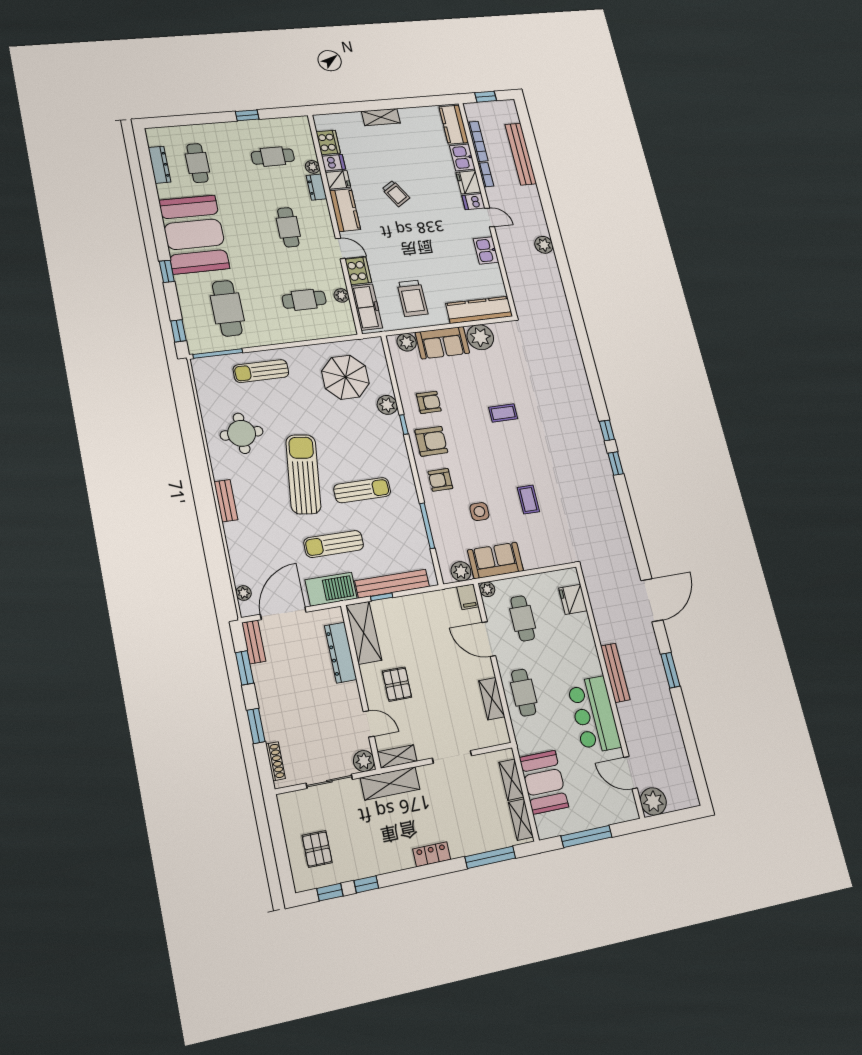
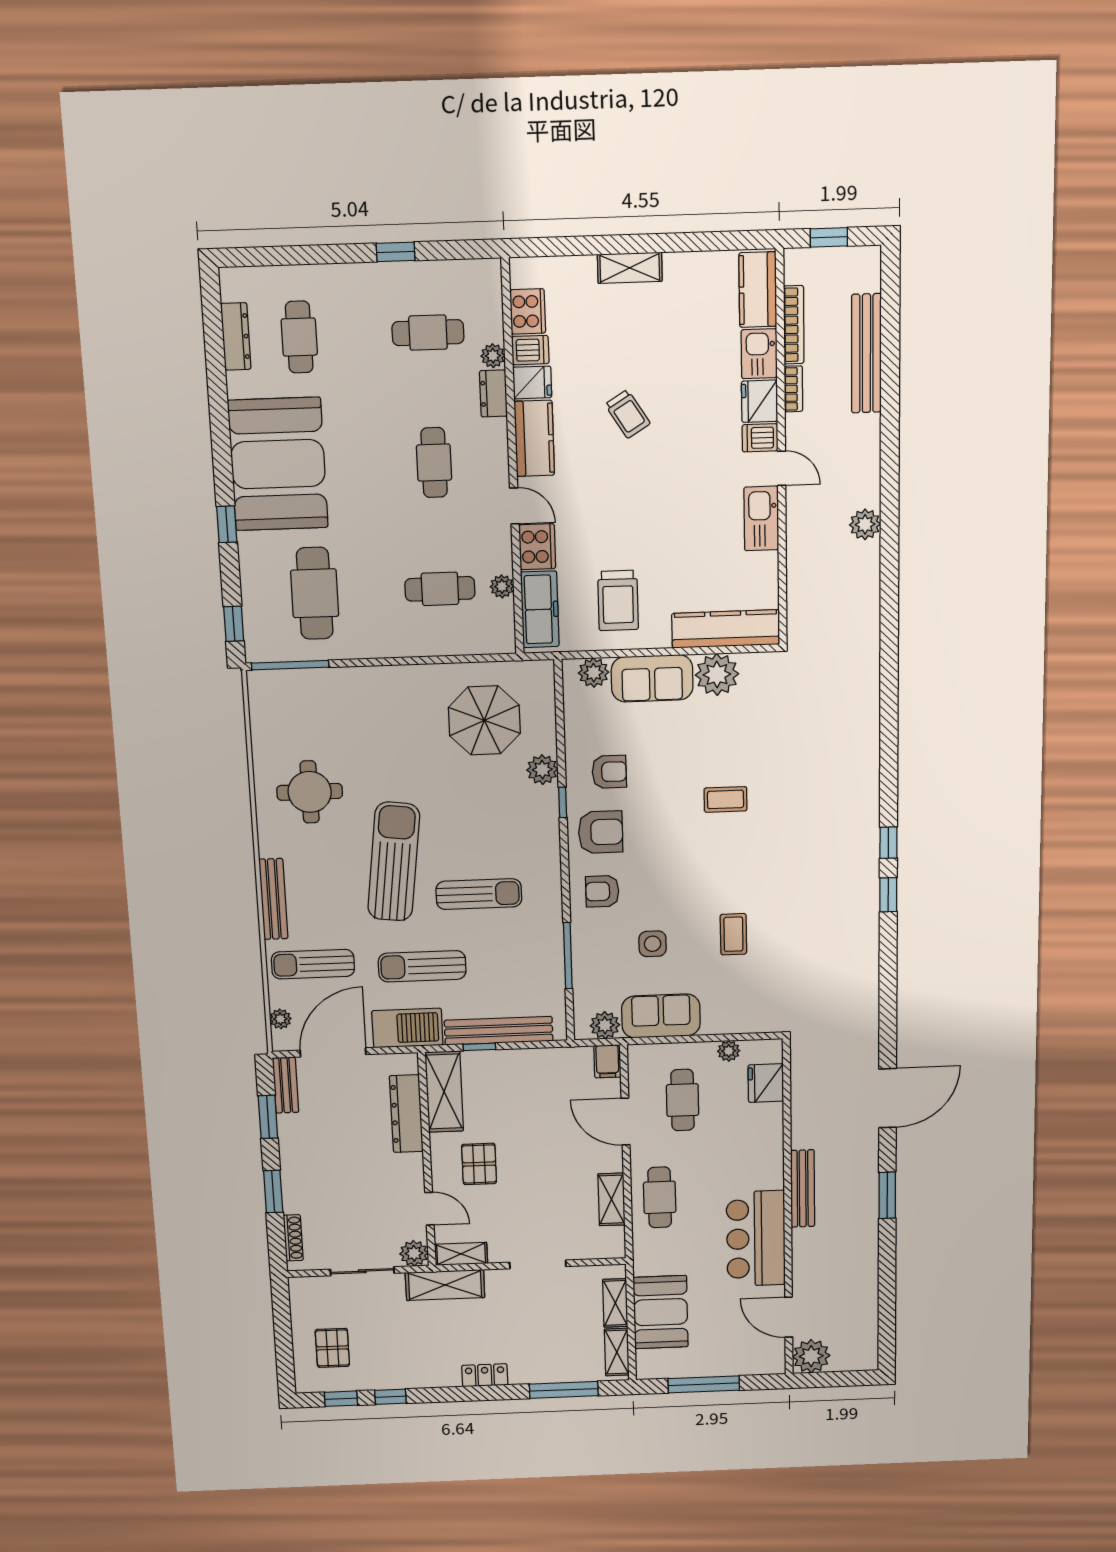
kitchen sink: (486, 250) -> (761, 518), width x1.38
sun lounger: (261, 371) -> (313, 964), moved
bench: (226, 501) -> (273, 899), width x1.36
plant: (487, 589) -> (729, 1051), moved

